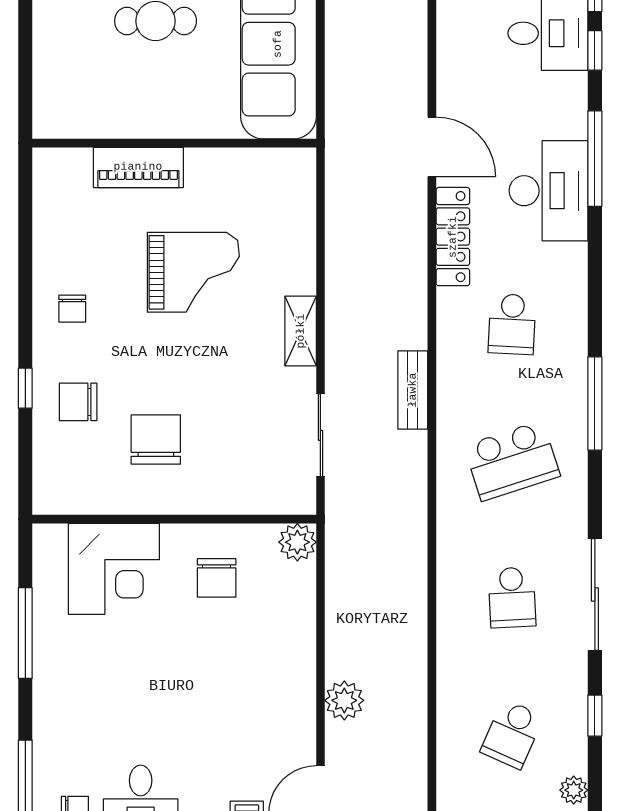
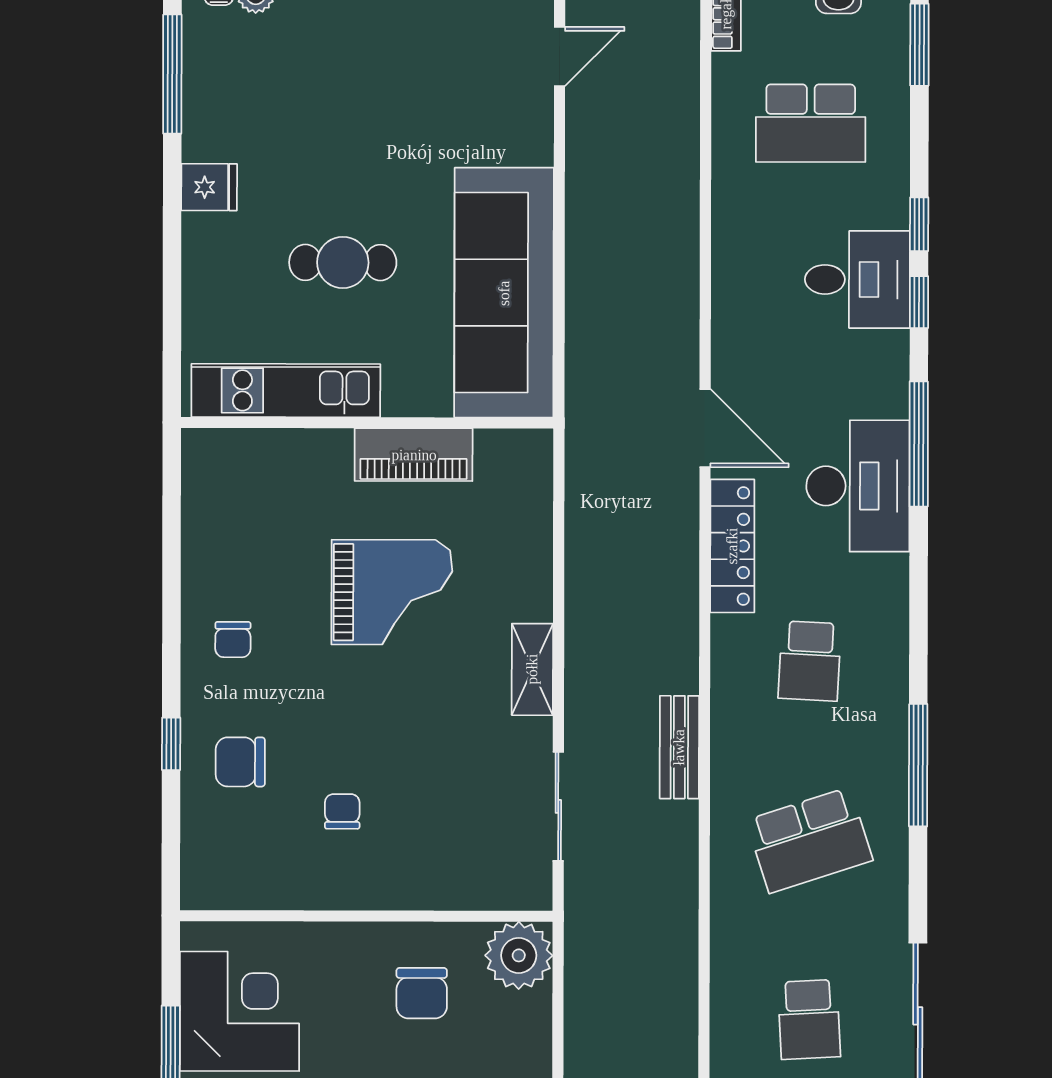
kitchen unit: (112, 119) -> (286, 390), added
piano: (138, 167) -> (414, 455), moved
chair: (156, 439) -> (342, 811), width x0.54, depth x0.54
plant: (297, 542) -> (519, 955), width x1.36, depth x1.36
corner desk: (114, 569) -> (240, 1011), moved, turned -90

